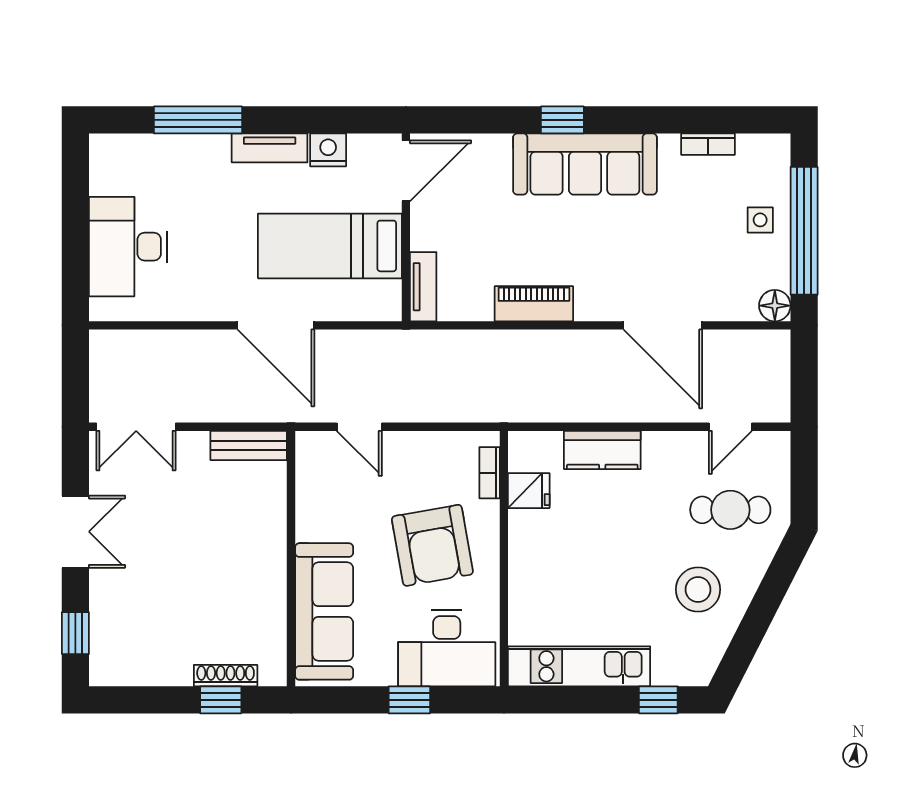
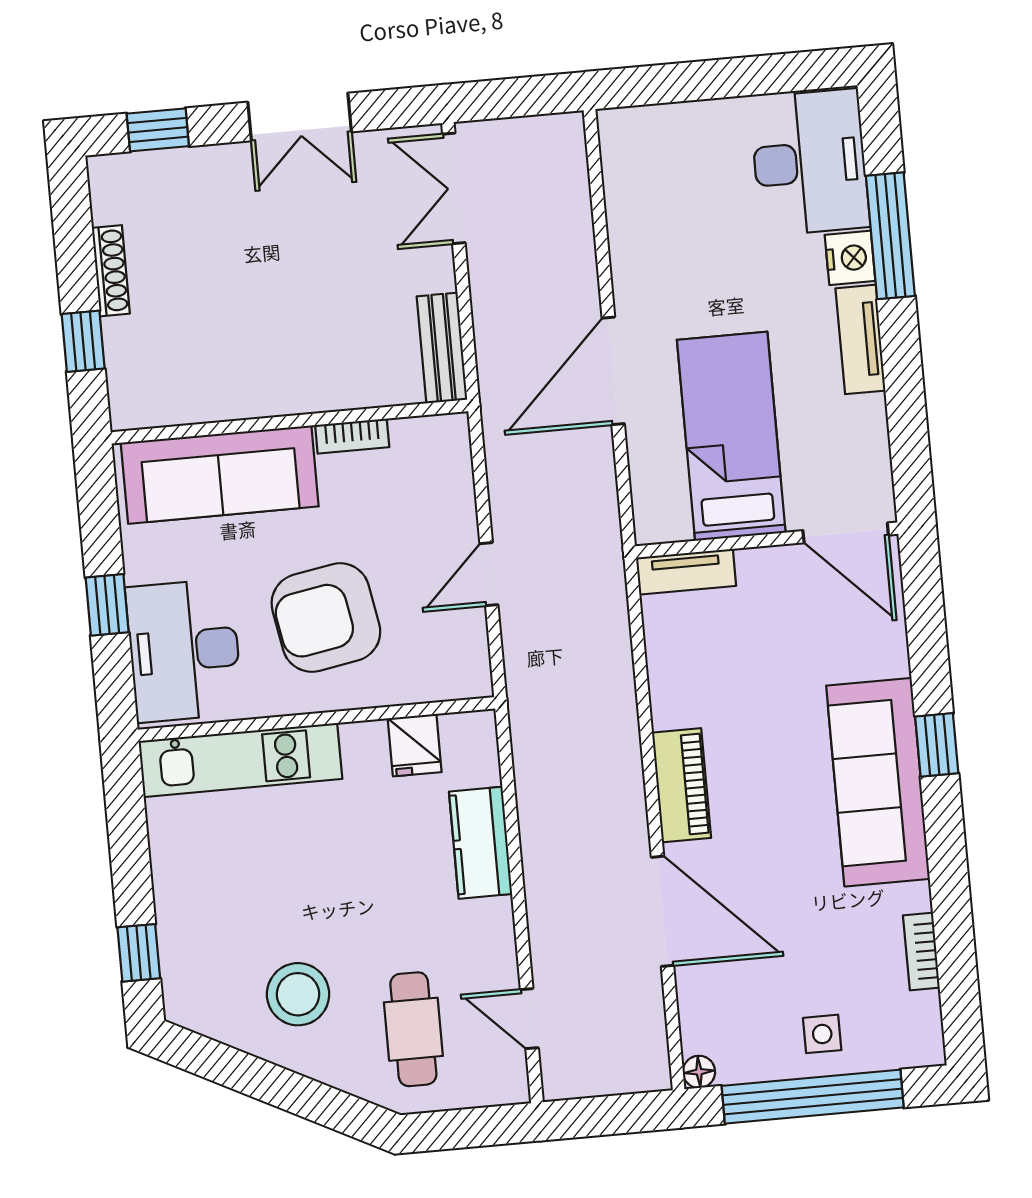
nightstand: (328, 150) -> (850, 258), moved
desk: (128, 247) -> (810, 162), moved, turned 90
piano: (534, 304) -> (681, 785), moved
floor lamp: (775, 306) -> (699, 1072), width x0.73, depth x0.73
door: (663, 325) -> (662, 911), swing flipped
door: (359, 427) -> (489, 574), moved
bookcase: (490, 473) -> (352, 436), moved, turned 180
kitchen unit: (579, 666) -> (240, 760), moved, turned 90
shoe rack: (226, 676) -> (111, 271), moved

